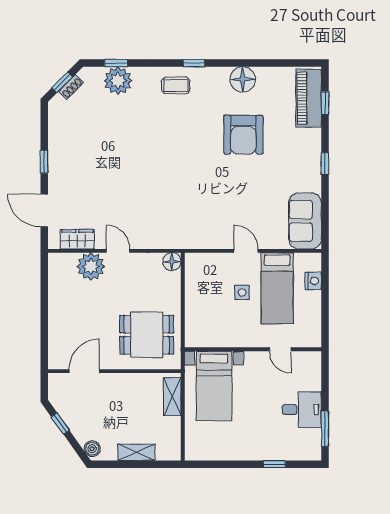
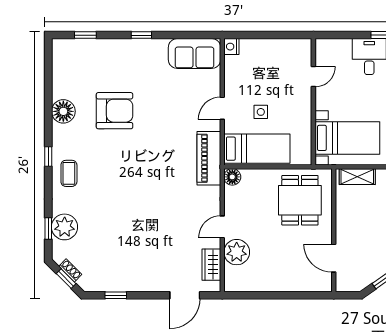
piano: (309, 98) -> (209, 158), moved, turned 90
window: (44, 162) -> (116, 295), moved
nightstand: (313, 281) -> (231, 47), moved, turned -90
bed: (277, 288) -> (257, 149), moved

